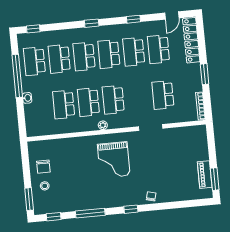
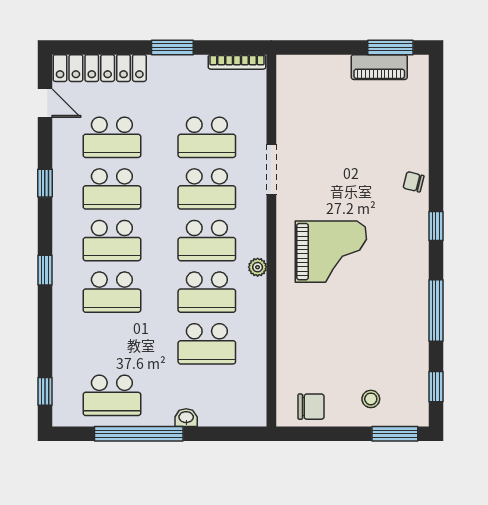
school desk: (59, 59) -> (207, 189), moved
chair: (43, 167) -> (311, 407), moved

